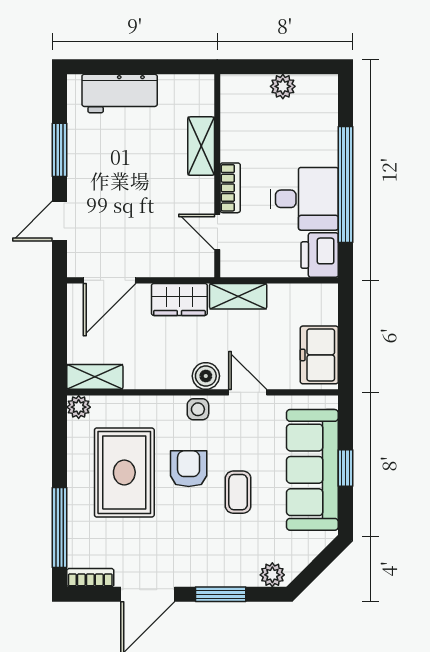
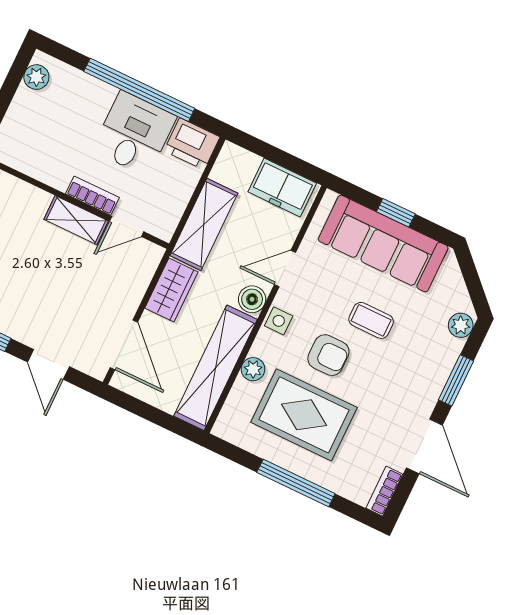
plant: (283, 86) -> (36, 77), moved
shelving: (201, 146) -> (76, 220), moved
shelving: (238, 296) -> (204, 224), width x1.50, depth x1.33
shelving: (95, 377) -> (215, 368), width x2.20, depth x1.33
plant: (79, 407) -> (253, 369), moved
armchair: (189, 469) -> (328, 355), turned 180
window: (60, 528) -> (296, 483), moved

